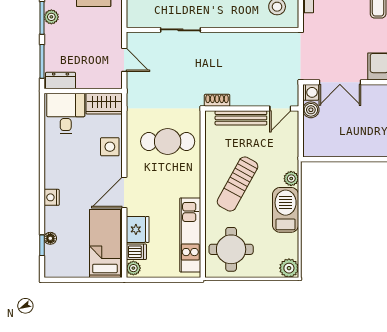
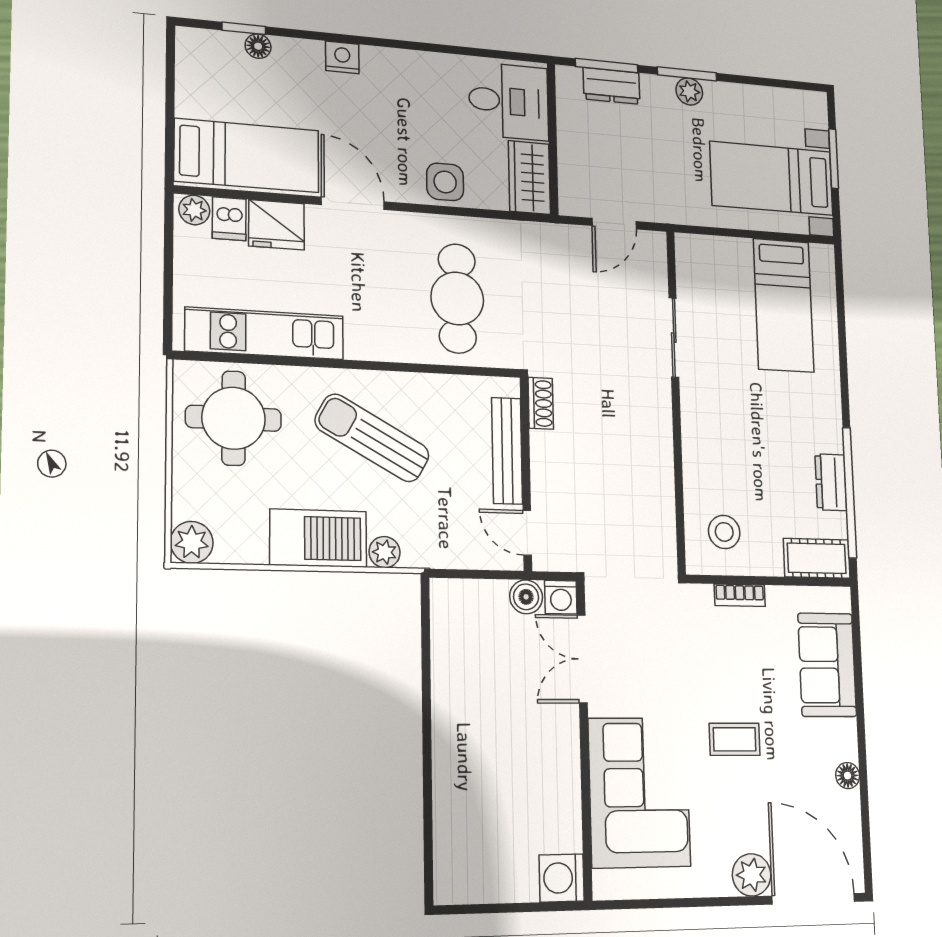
dresser: (61, 81) -> (612, 86), moved, turned 90

